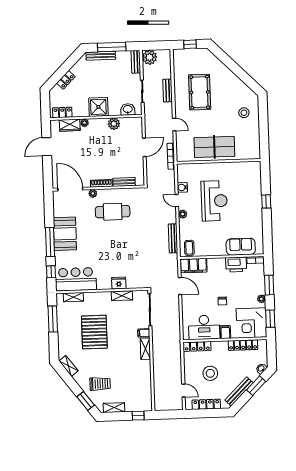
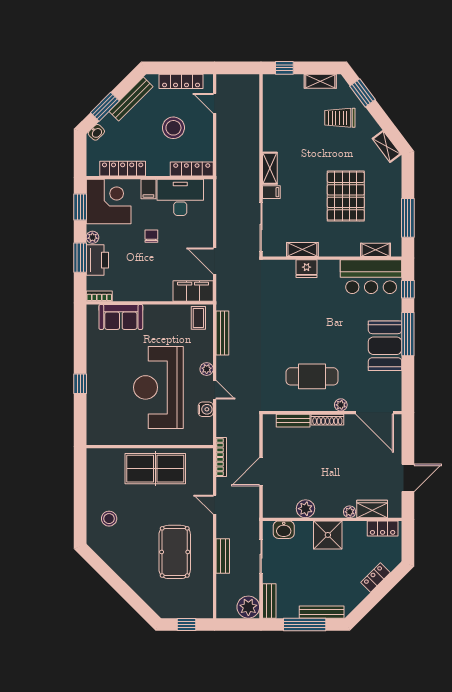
reception desk: (214, 201) -> (158, 387), width x1.36, depth x1.30
printer: (236, 265) -> (97, 260), moved, turned 90

